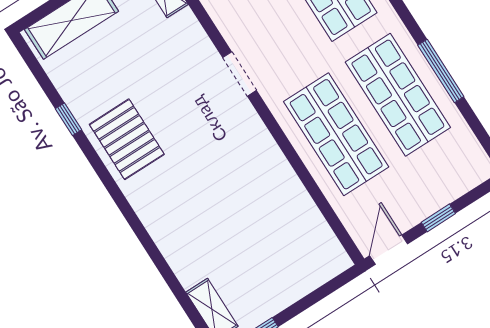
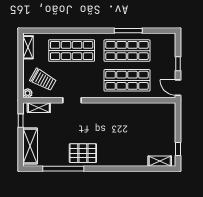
doorway: (239, 74) -> (72, 100), moved
window: (68, 119) -> (63, 169), width x3.17

